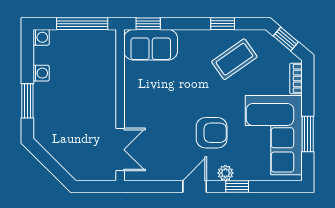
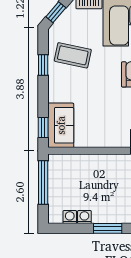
washing machine: (41, 37) -> (70, 217), moved
coffee table: (234, 59) -> (73, 55), turned -43

